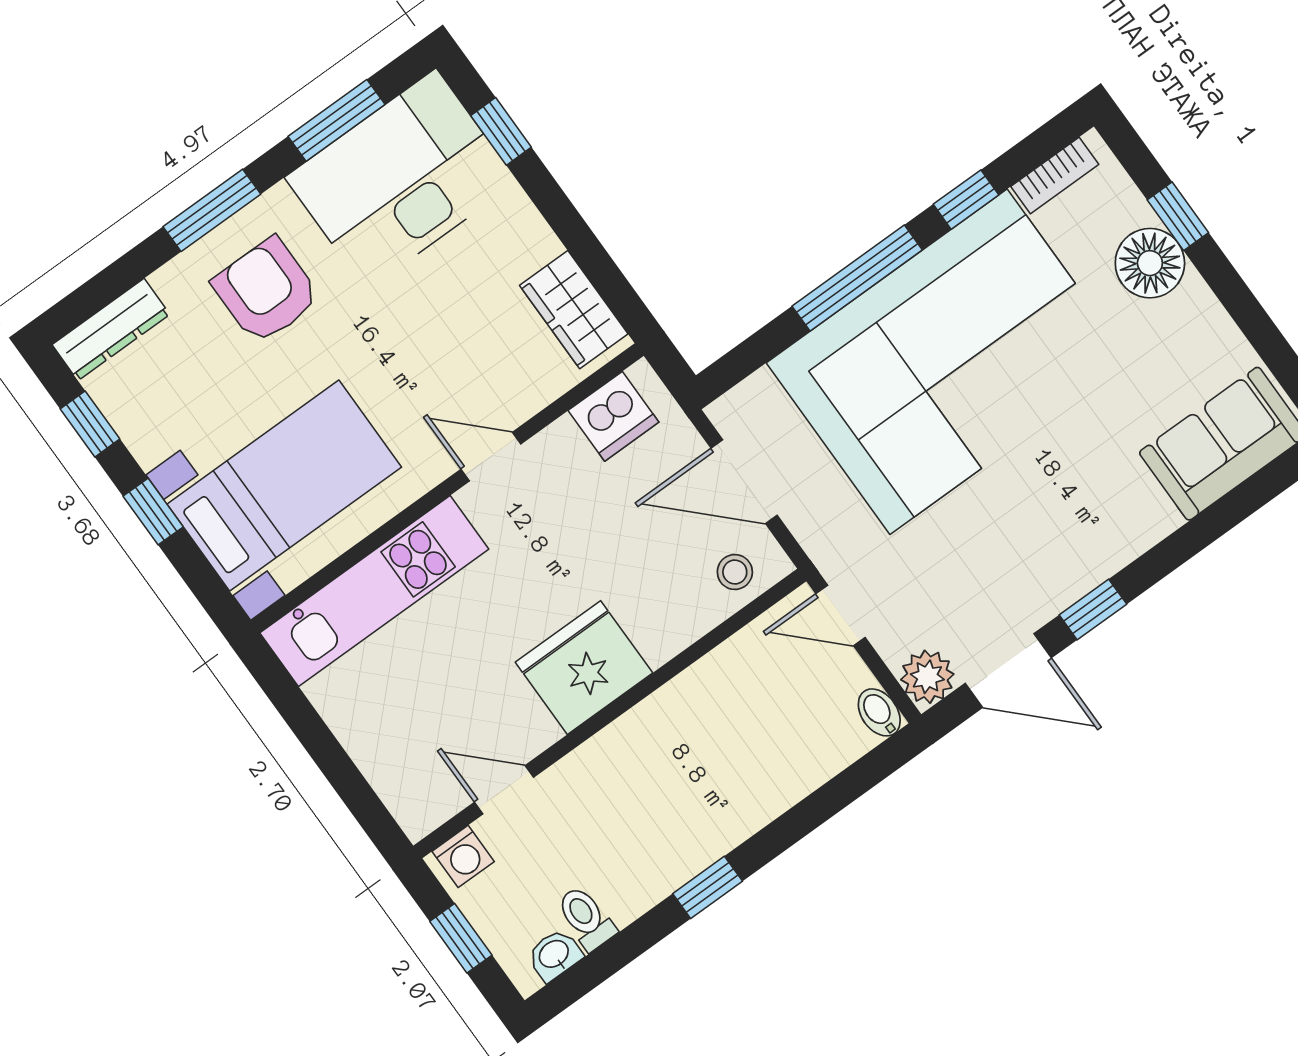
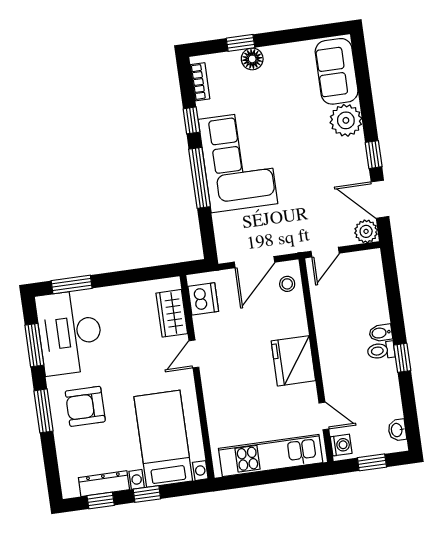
window: (501, 131) -> (72, 284), width x1.50
floor lamp: (1150, 263) -> (252, 59), width x0.73, depth x0.73
wardrobe: (574, 310) -> (172, 313), moved, turned 90
dresser: (111, 330) -> (104, 484), moved, turned -90
corner sofa: (949, 362) -> (238, 162), width x0.73, depth x0.74
plant: (1133, 516) -> (346, 120), added
kitchen unit: (374, 591) -> (271, 455), moved, turned -90
door: (1008, 671) -> (380, 199), swing flipped
bidet: (879, 712) -> (381, 333), moved
door: (504, 790) -> (324, 416), swing flipped
toilet: (586, 918) -> (381, 351), moved

